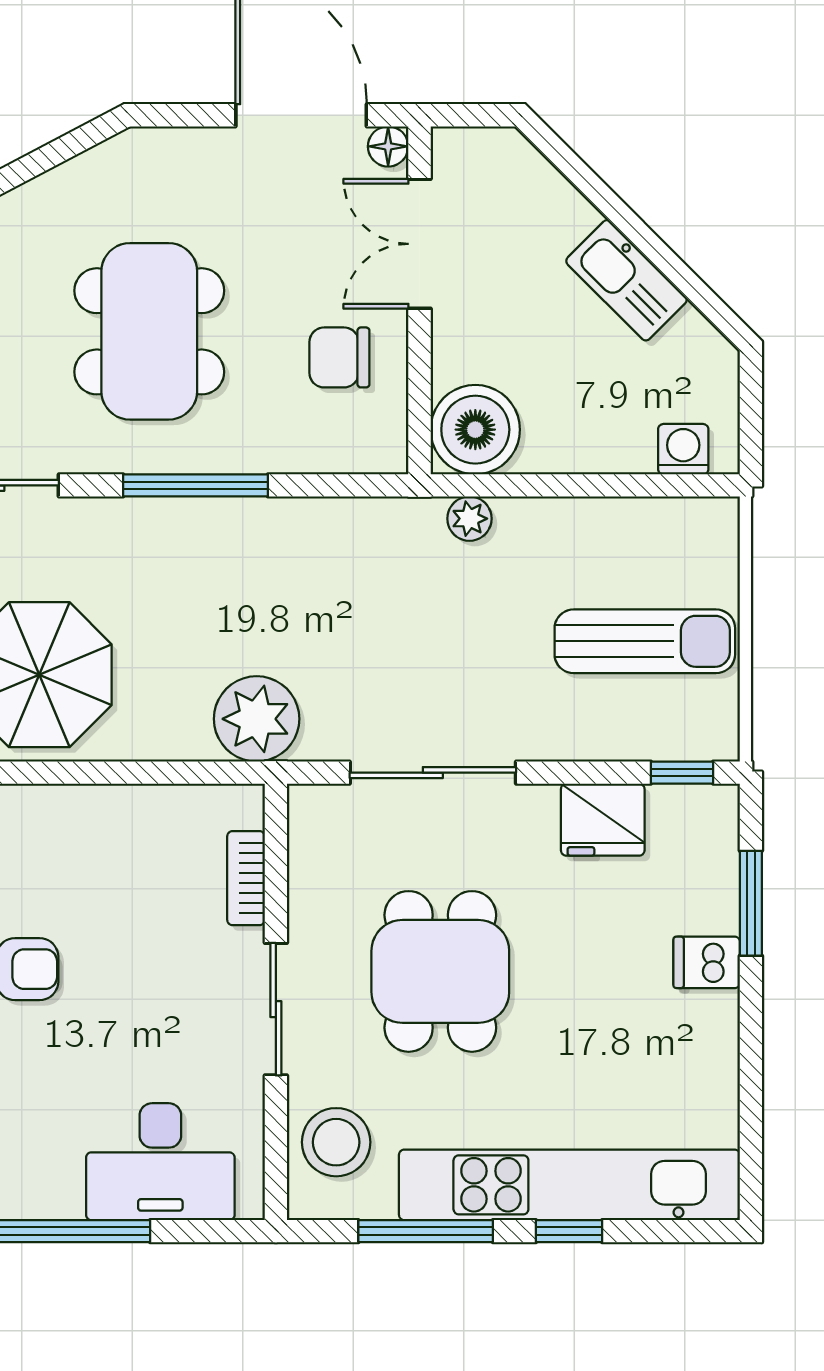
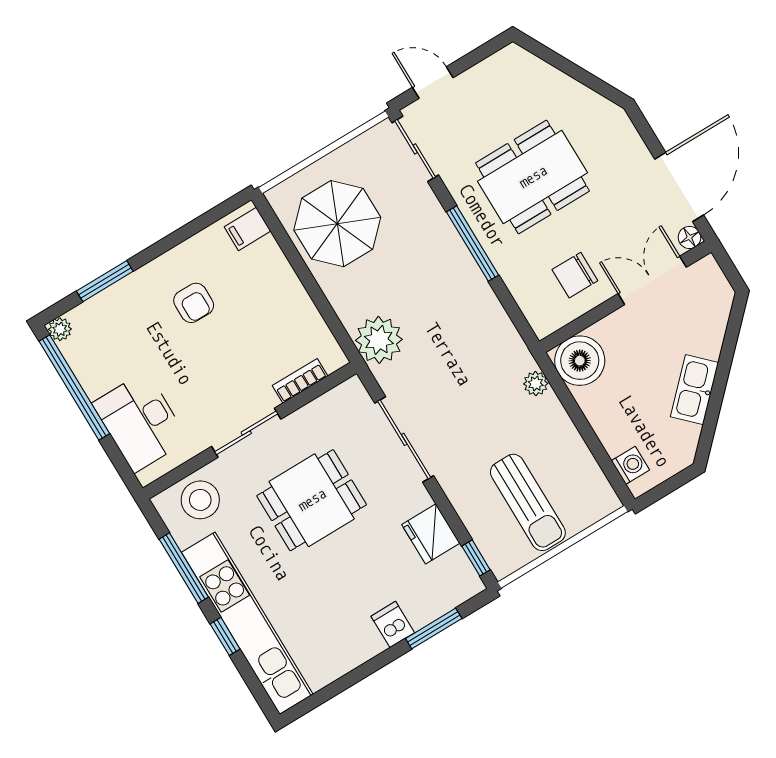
chair: (339, 357) -> (575, 275), turned -90

